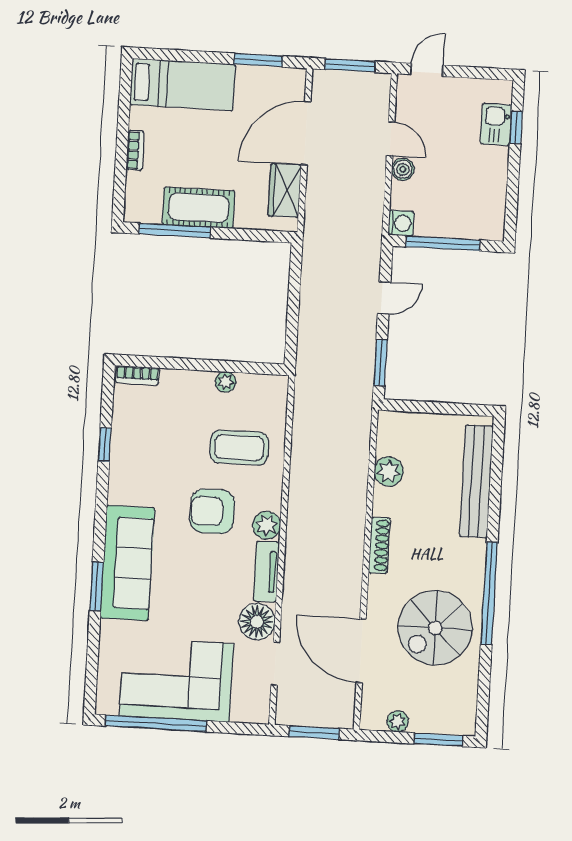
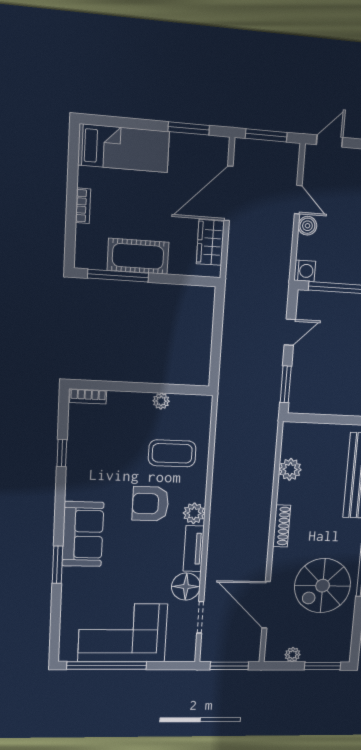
sofa: (127, 563) -> (83, 534), width x0.73

